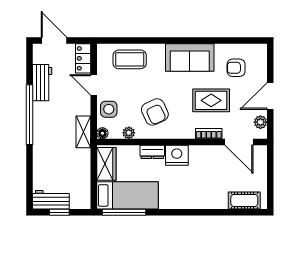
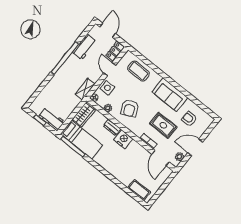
workbench: (51, 200) -> (52, 119), moved

